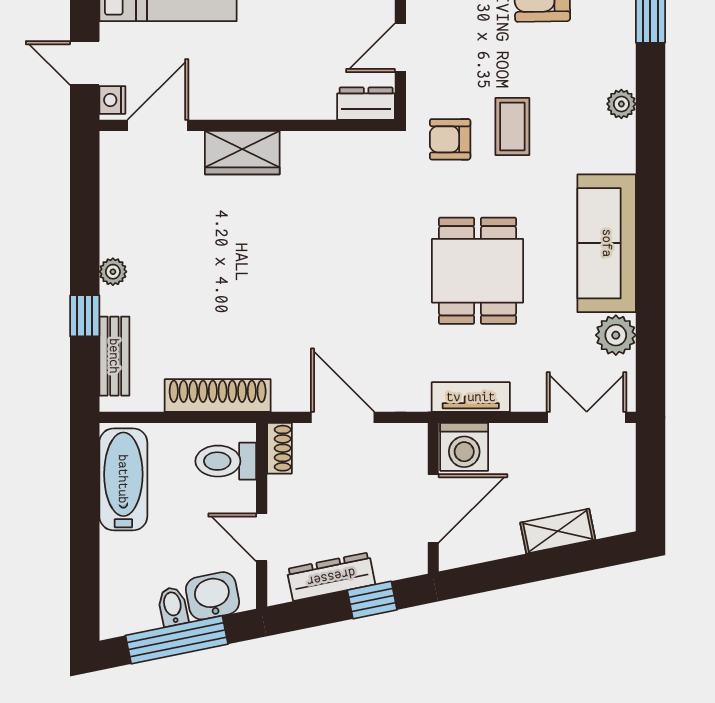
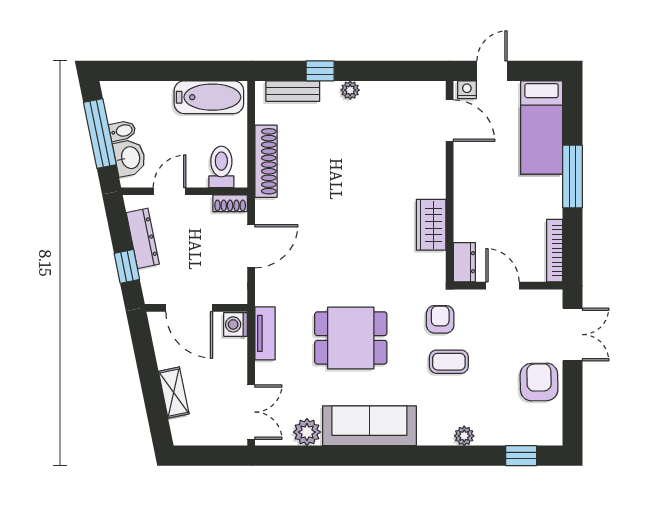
wardrobe: (242, 153) -> (431, 225), moved
washing machine: (464, 447) -> (235, 324), width x0.73, depth x0.73

